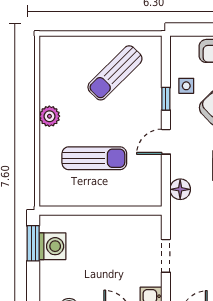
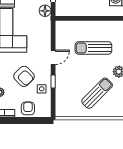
sun lounger: (115, 73) -> (97, 93), moved
floor lamp: (180, 189) -> (45, 11), moved

